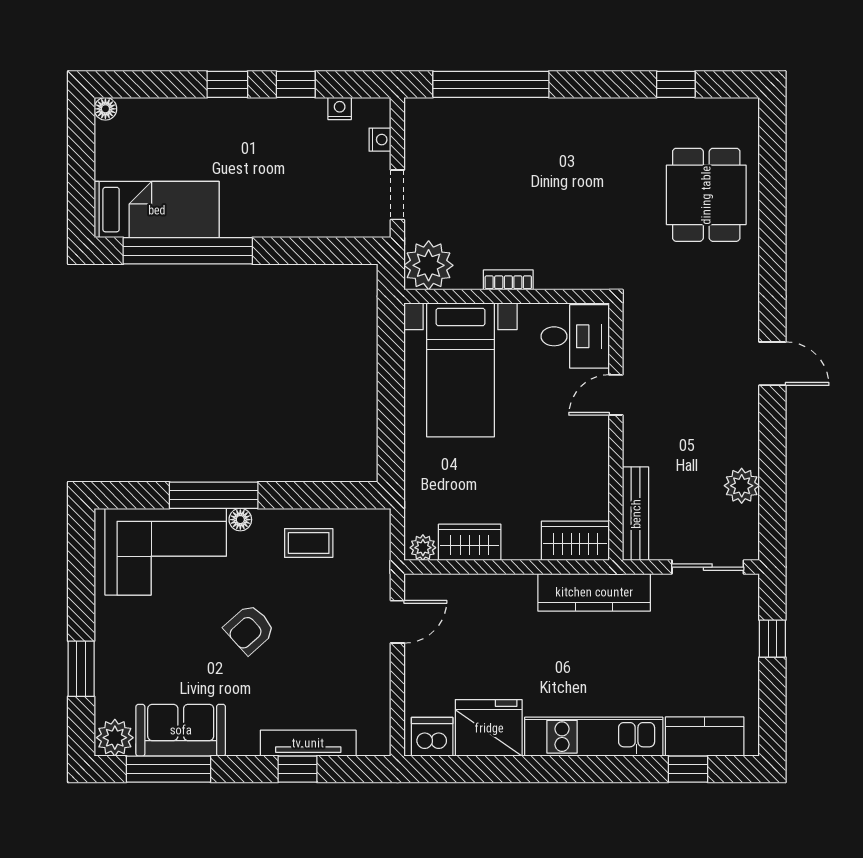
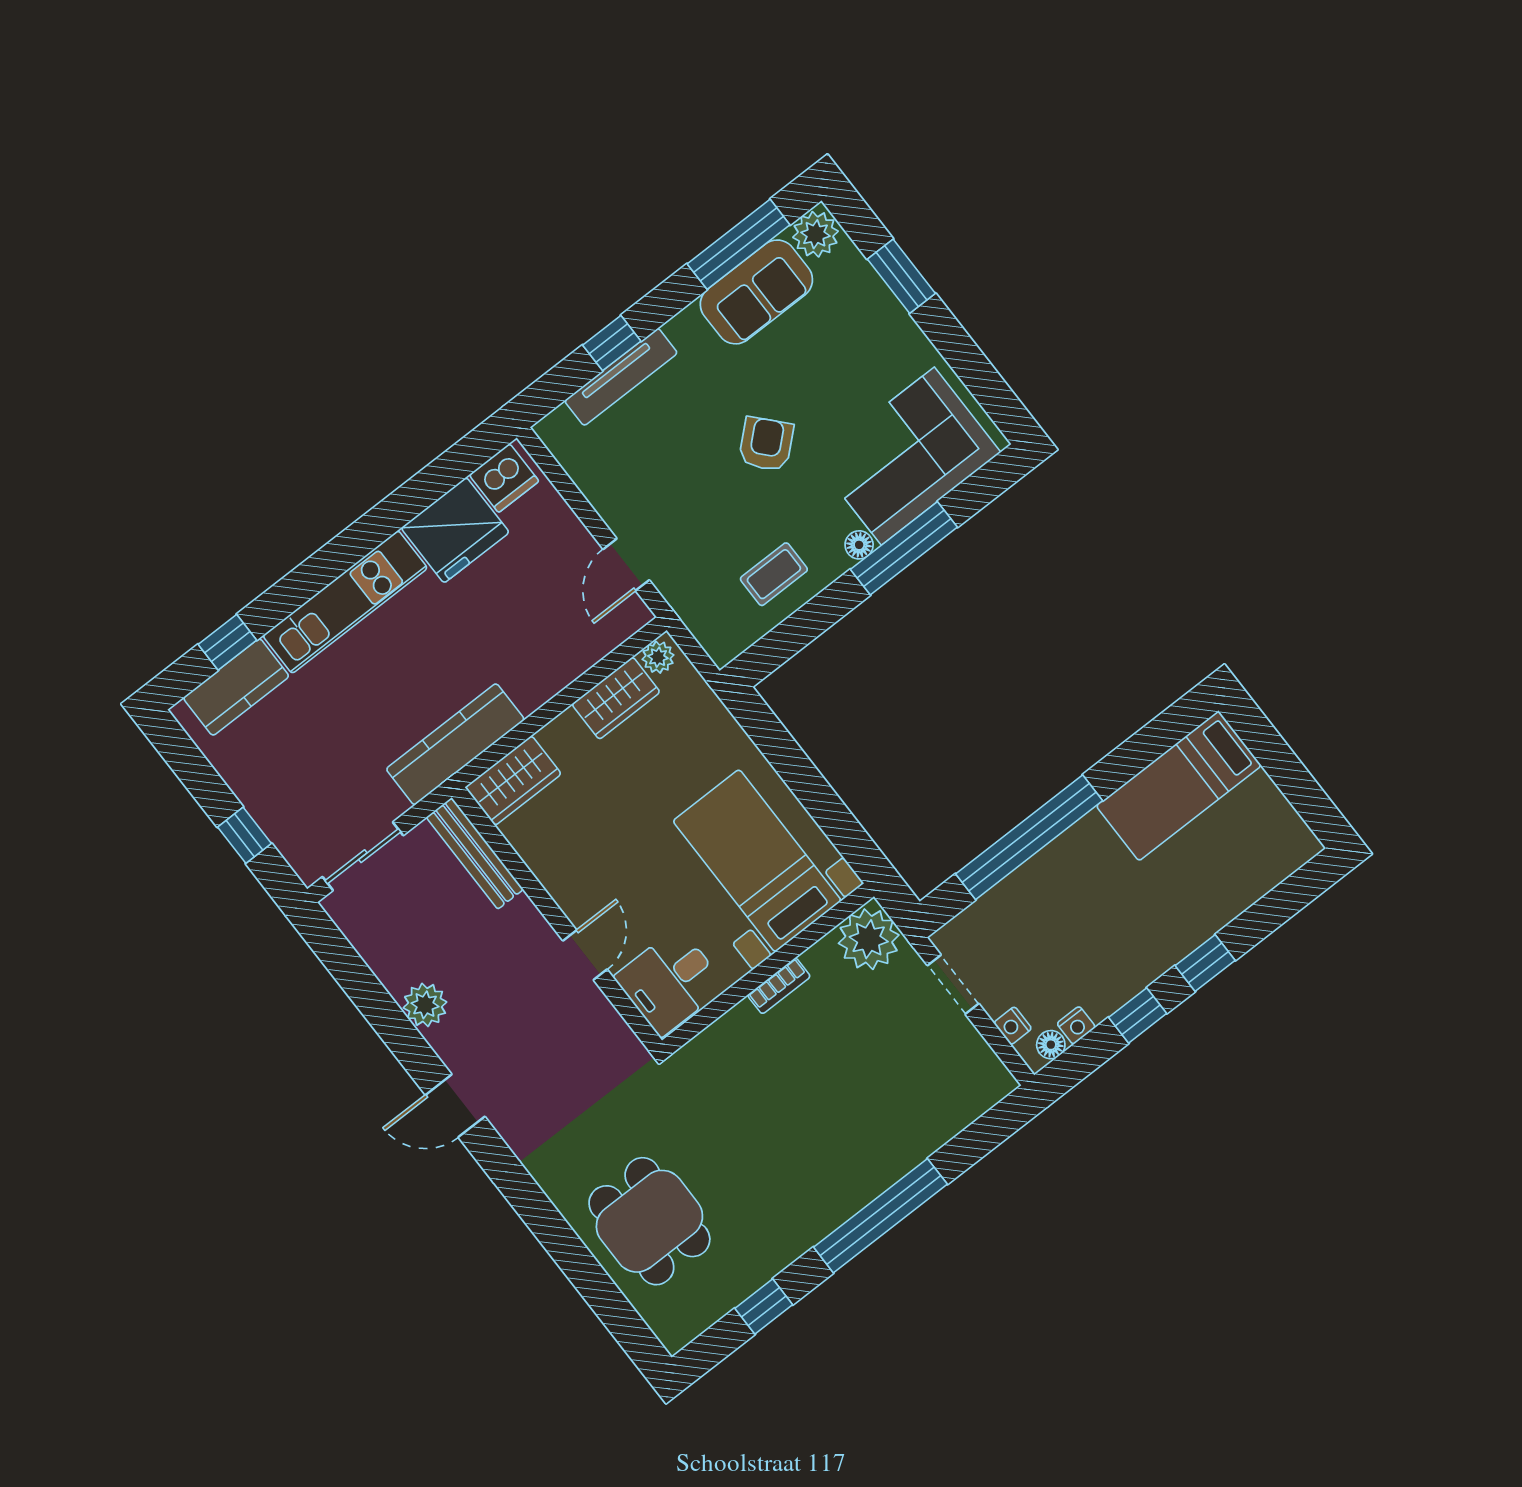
window: (491, 84) -> (880, 1216), moved
floor lamp: (105, 109) -> (1051, 1045), moved
window: (188, 251) -> (1029, 837), moved
plant: (742, 486) -> (425, 1005), moved

